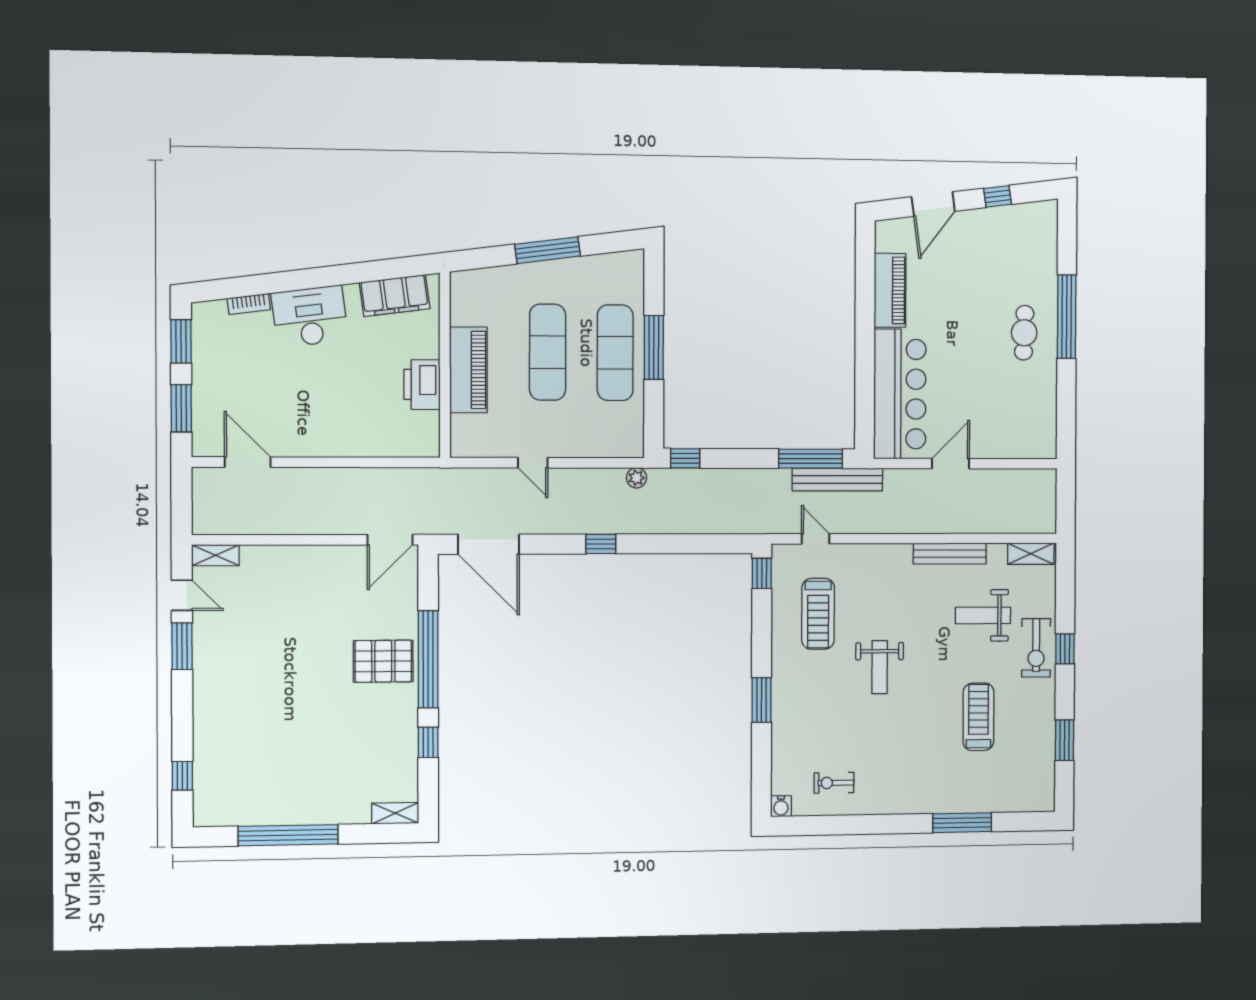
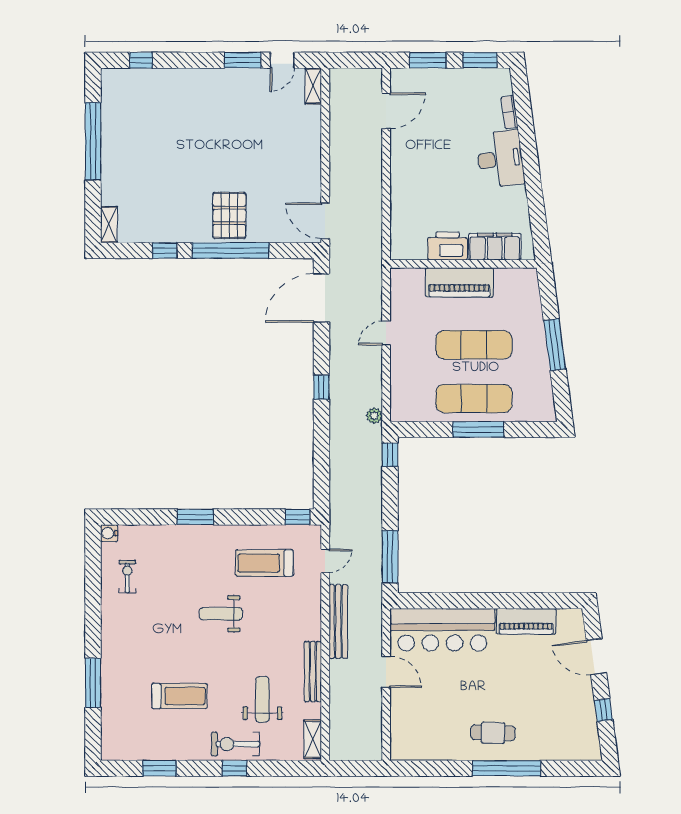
filing cabinet: (395, 296) -> (495, 247), moved, turned 98
bench: (837, 479) -> (338, 622), moved

